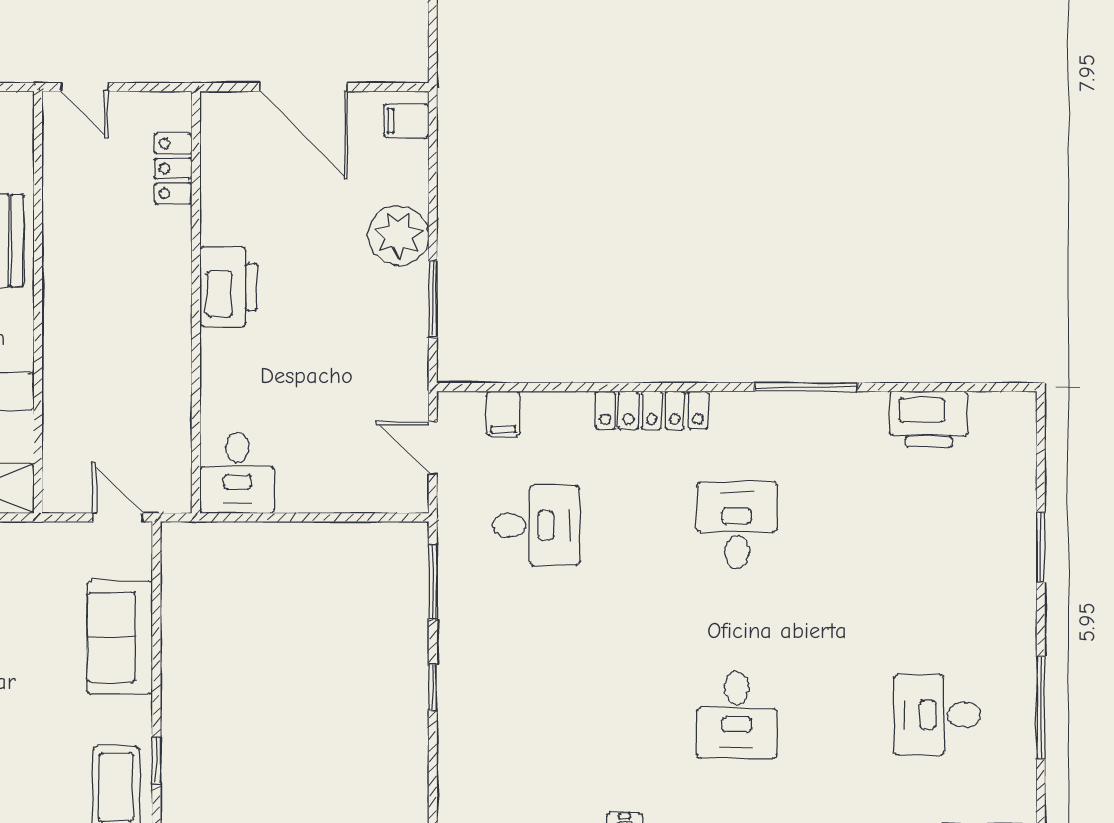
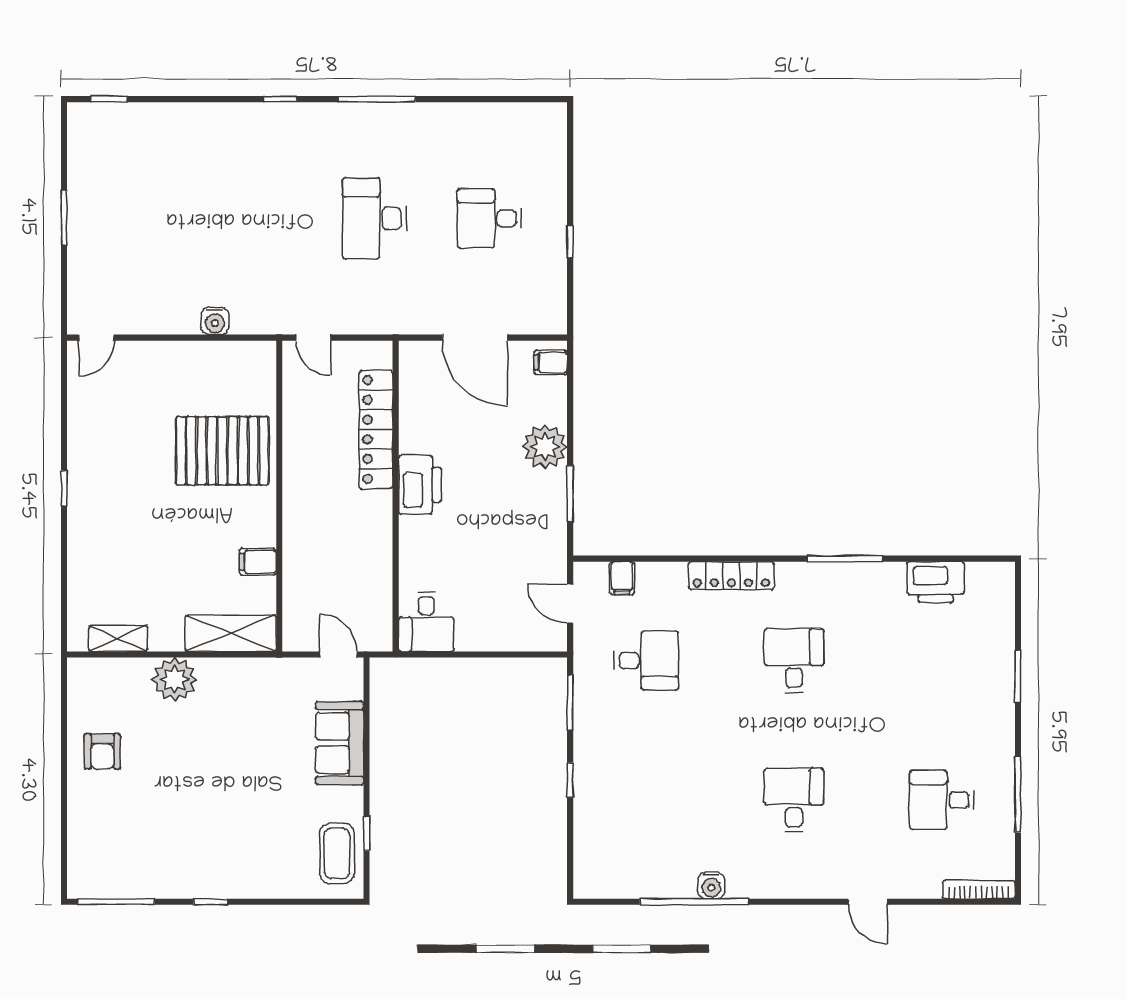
locker: (173, 169) -> (376, 429), width x2.16, depth x1.21
desk: (737, 715) -> (794, 800), turned 180

